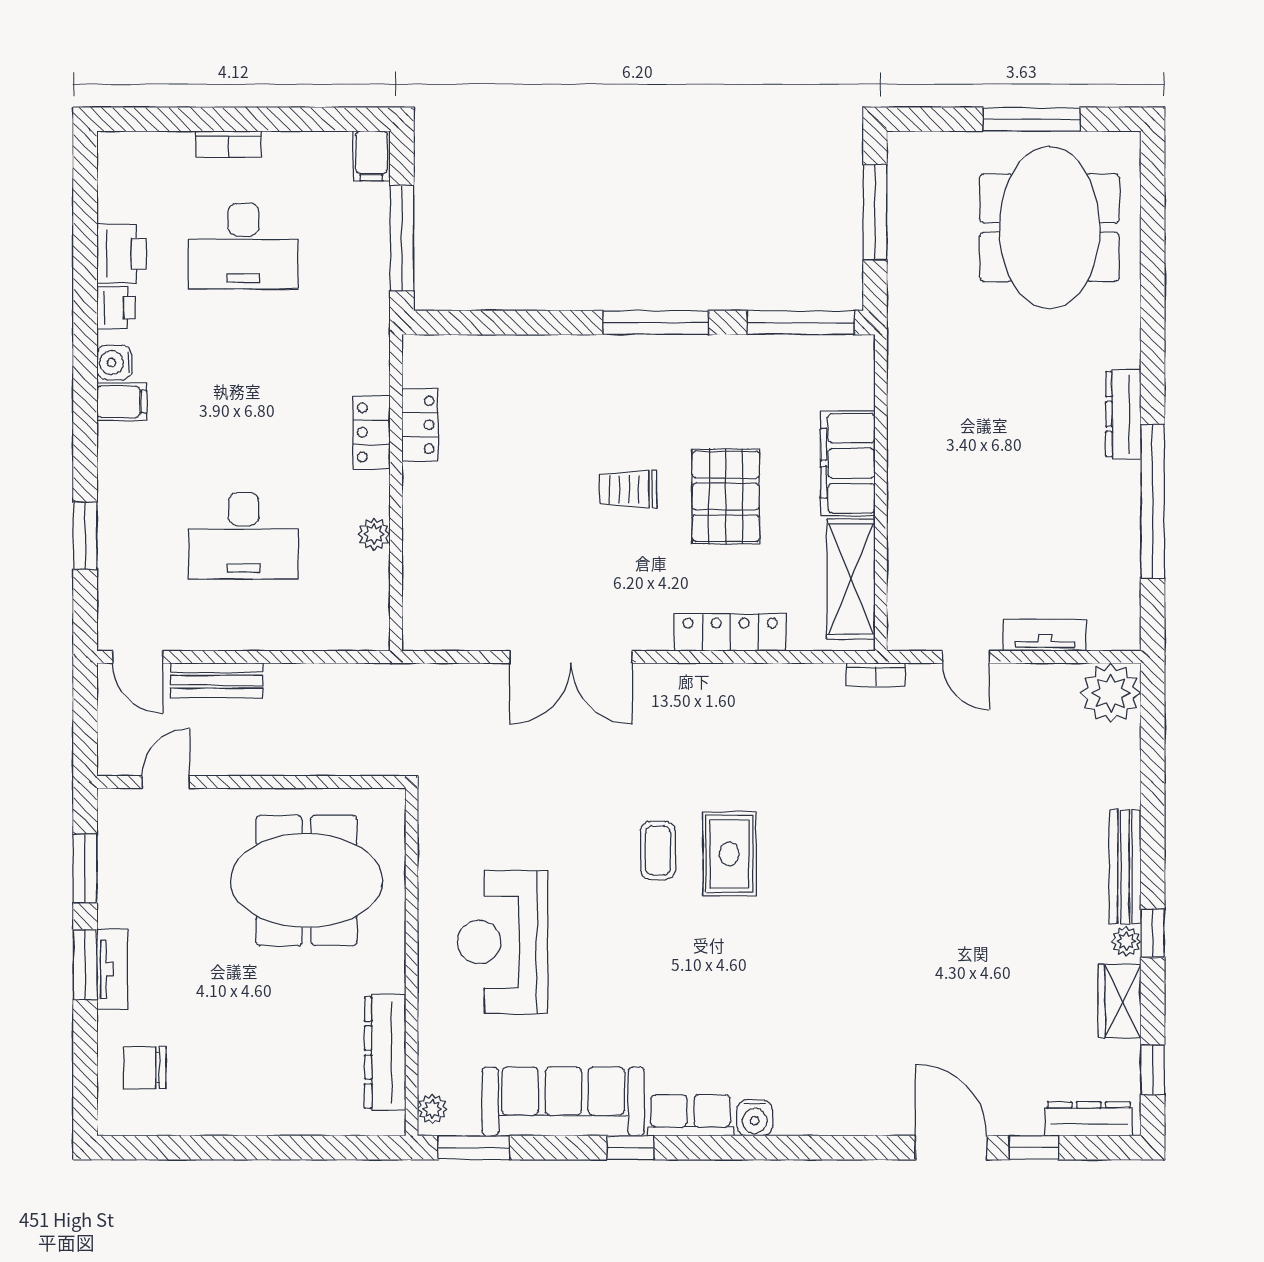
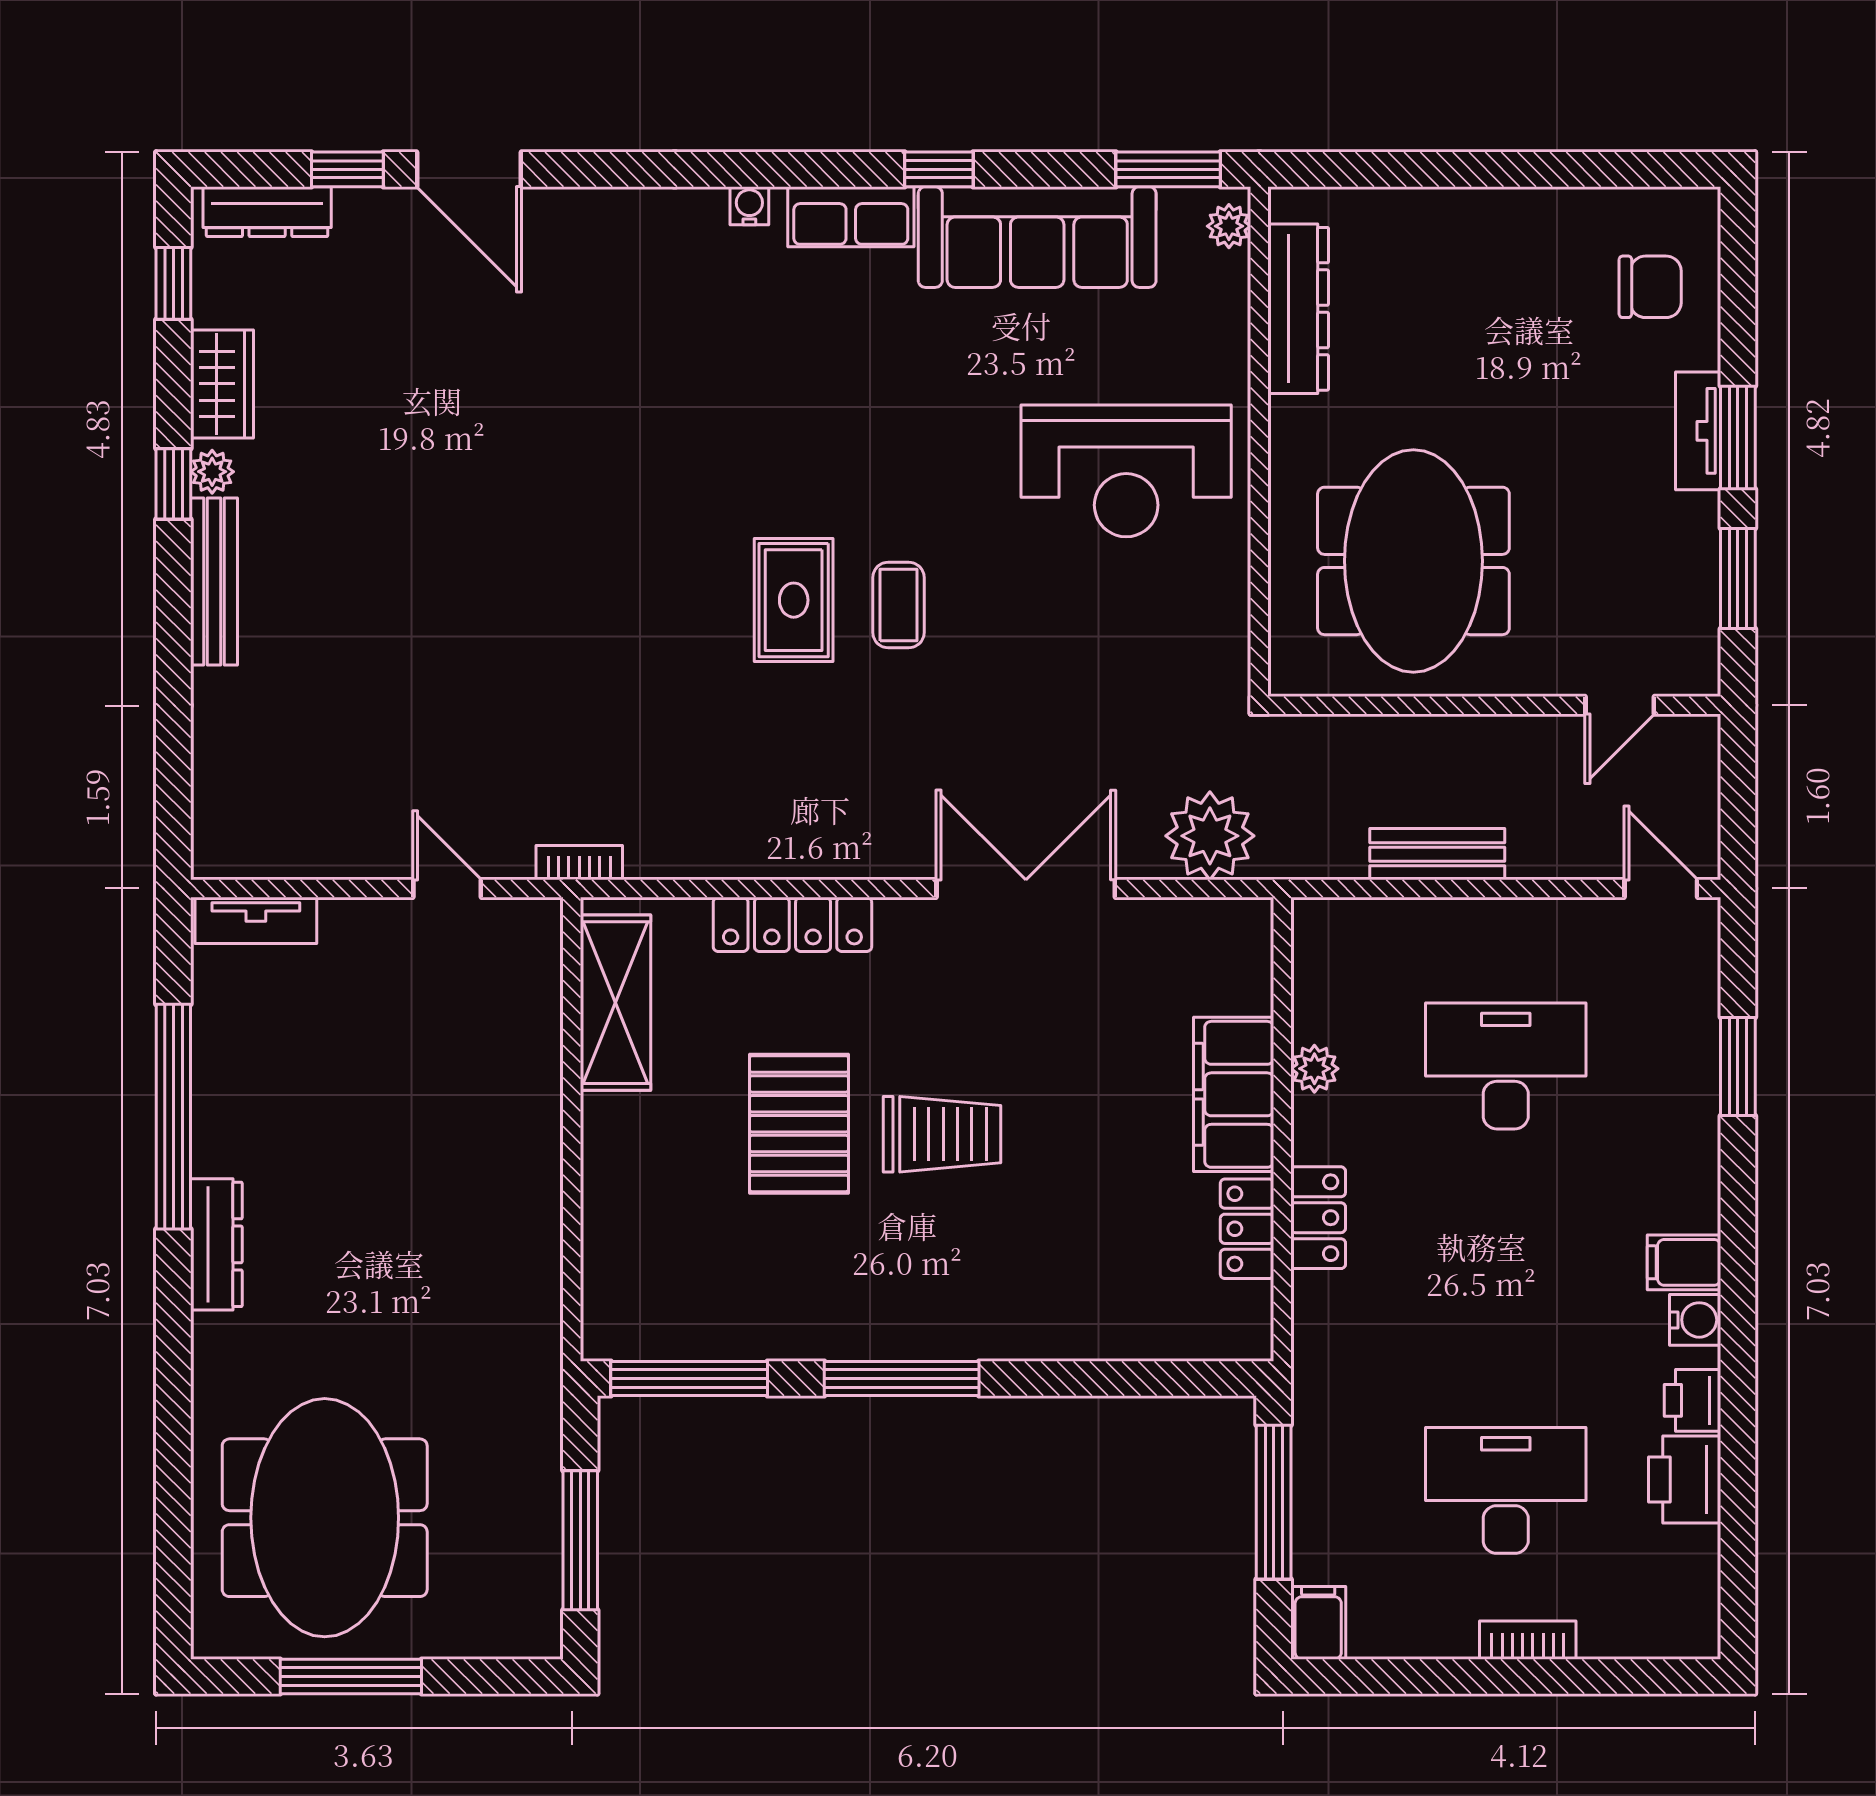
filing cabinet: (848, 463) -> (1234, 1094), moved, turned 180
trolley: (628, 489) -> (942, 1134), width x1.36, depth x1.39
tv unit: (1045, 635) -> (256, 920), moved
bench: (217, 680) -> (1437, 854), moved
plant: (1111, 693) -> (1210, 836), moved
meeting table: (306, 880) -> (1413, 561), turned 90
reception desk: (502, 942) -> (1126, 471), turned 90
water cooler: (755, 1118) -> (749, 206), width x0.72, depth x0.72

